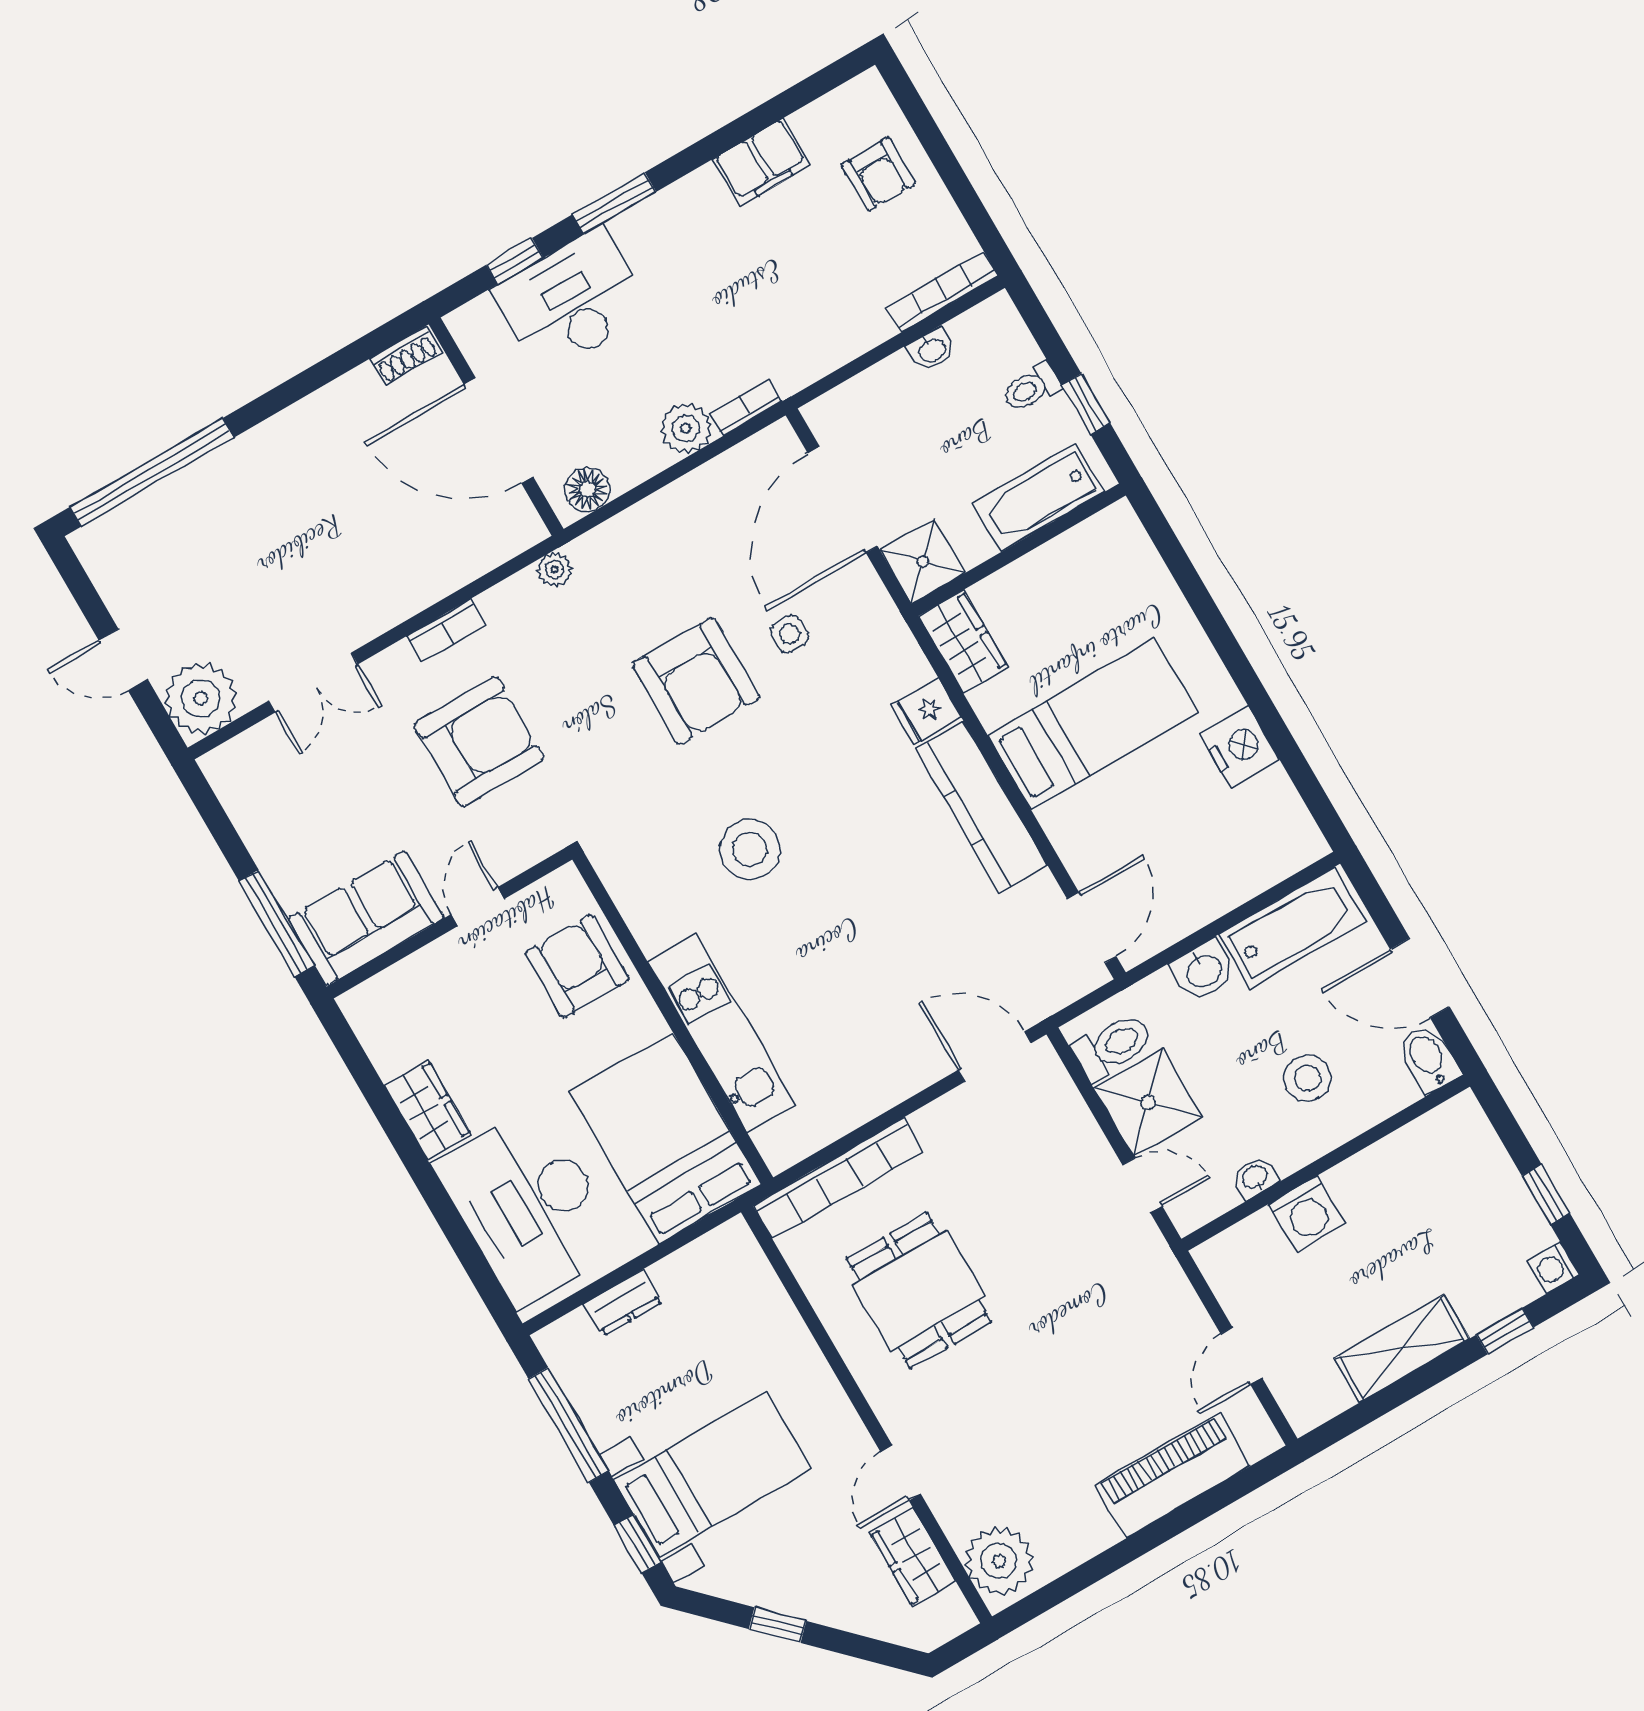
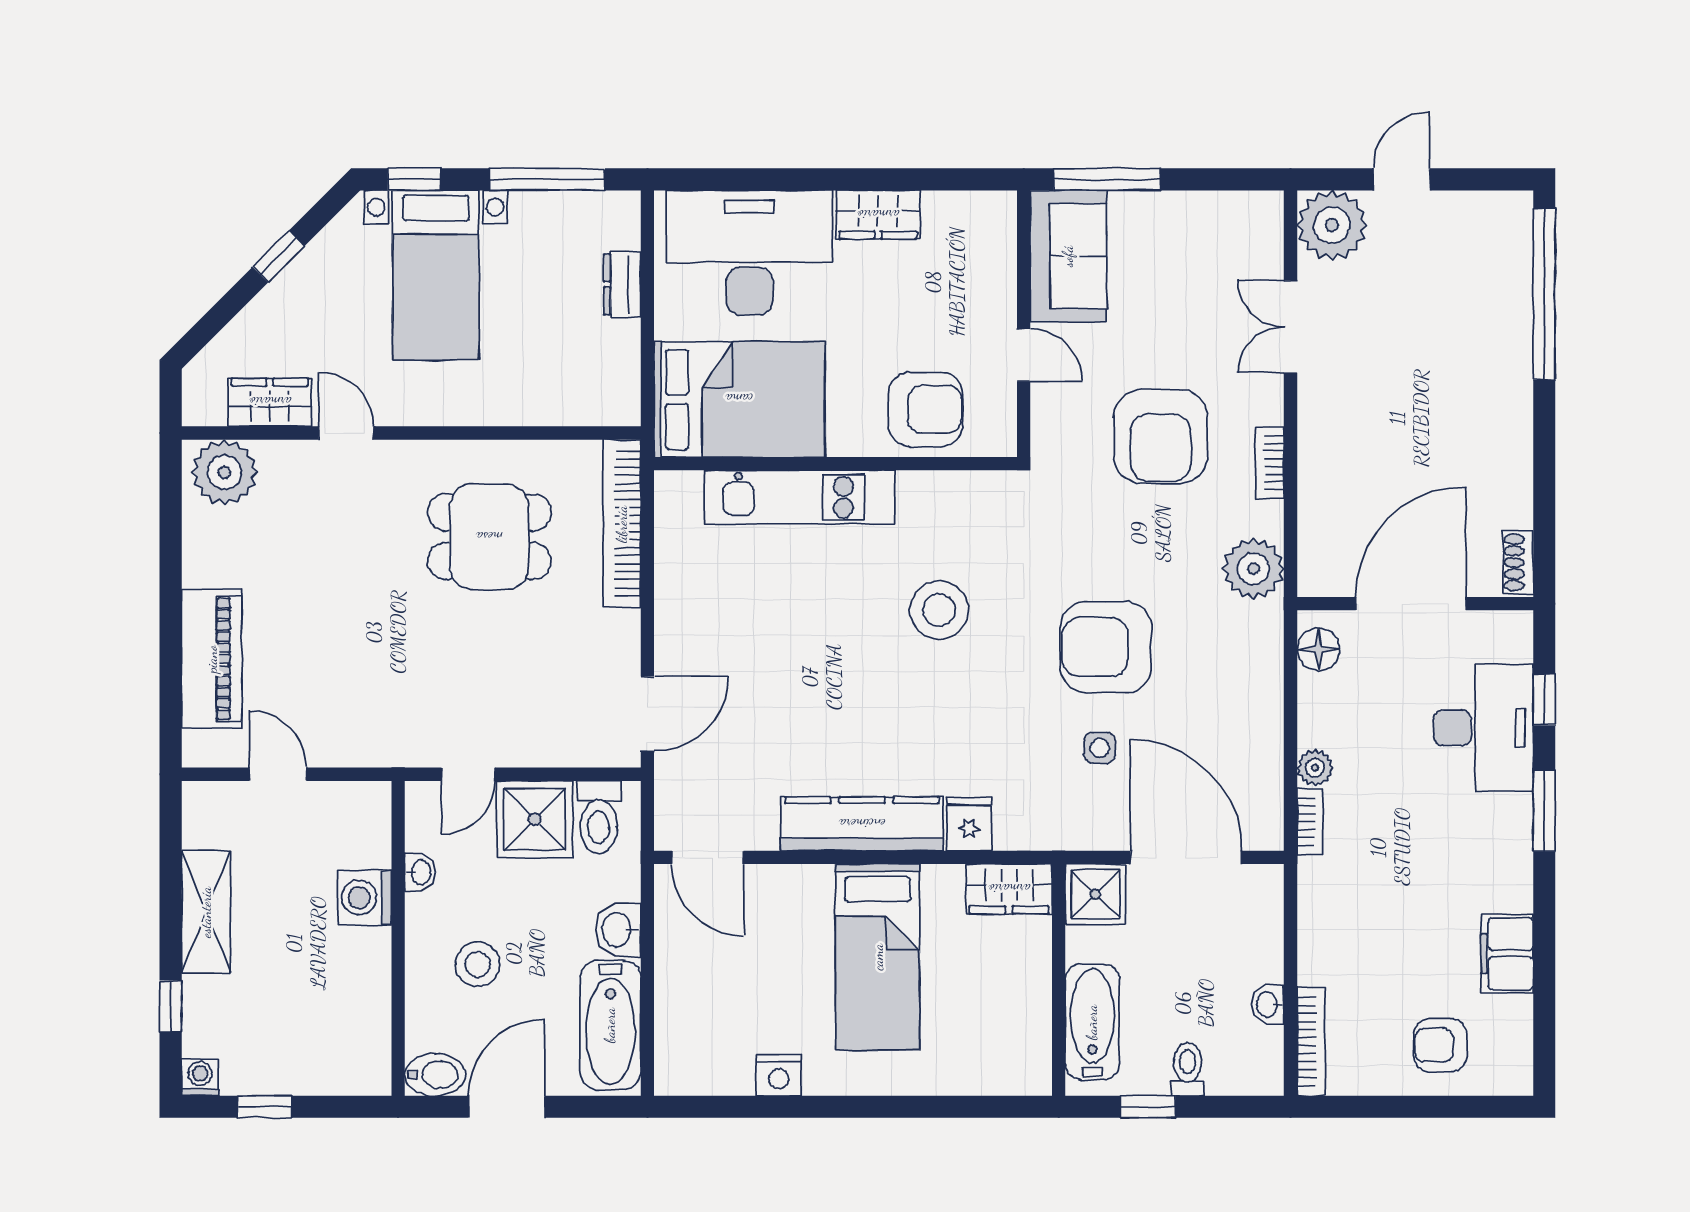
plant: (686, 428) -> (1315, 768), width x0.73, depth x0.73
plant: (554, 570) -> (1253, 569), width x1.88, depth x1.88
nightstand: (1240, 747) -> (779, 1075), width x0.74, depth x0.75

